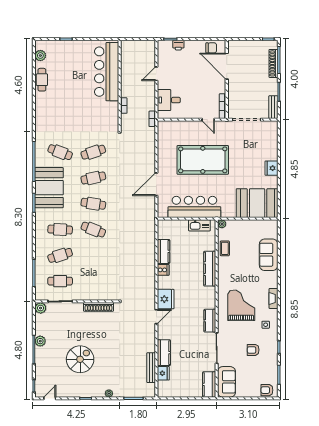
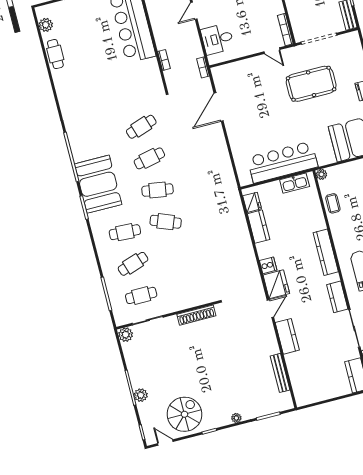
cafe table: (60, 152) -> (101, 137), removed
pool table: (203, 160) -> (311, 84), moved, width x0.73, depth x0.76
door: (156, 184) -> (219, 107), moved
kitchen counter: (210, 269) -> (326, 252), moved
cooker: (163, 270) -> (268, 265), moved
plant: (40, 341) -> (141, 395), moved
kitchen counter: (164, 353) -> (287, 336), moved
spiral stairs: (80, 359) -> (184, 414), moved
fridge: (163, 373) -> (252, 202), moved
door: (50, 398) -> (165, 443), hinge flipped

